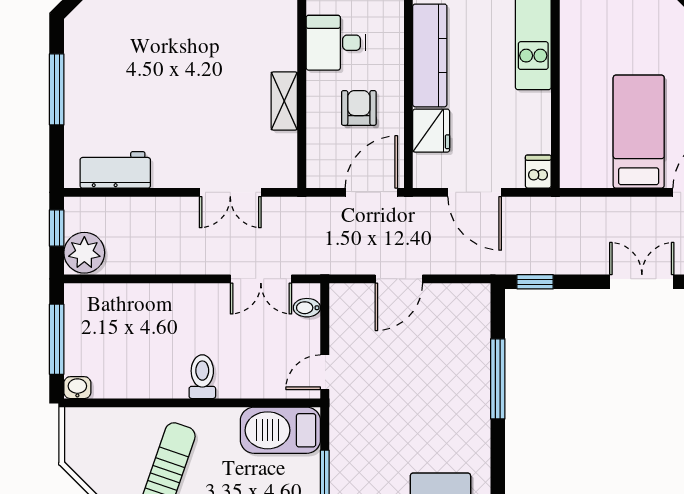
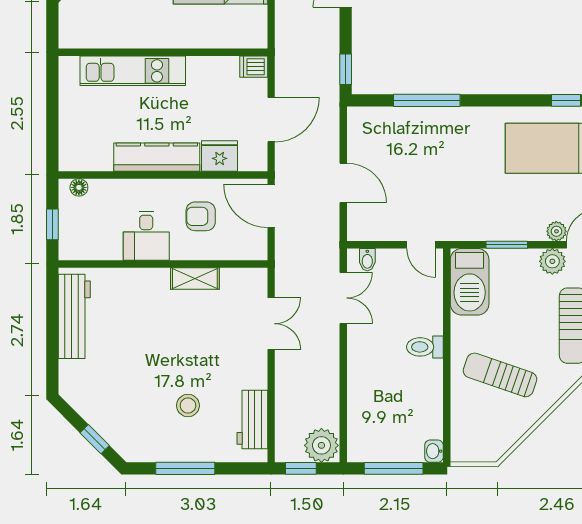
stool: (132, 93) -> (188, 406), added

